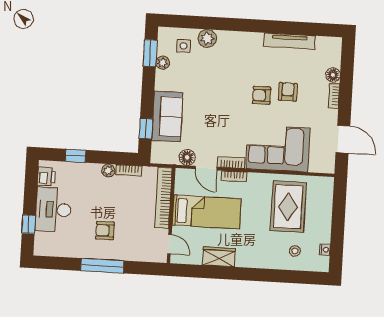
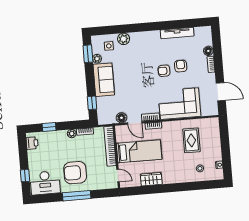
sofa: (167, 116) -> (104, 80), moved
rug: (288, 207) -> (191, 140), width x0.73, depth x0.70
desk: (53, 210) -> (45, 183), moved, turned -90
armchair: (105, 231) -> (75, 173), width x1.88, depth x1.88

